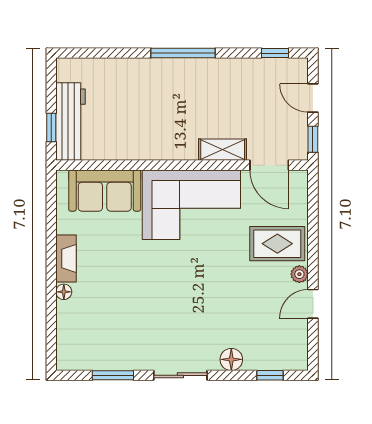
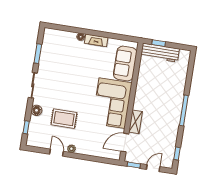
rug: (277, 244) -> (64, 119), moved, turned 90

